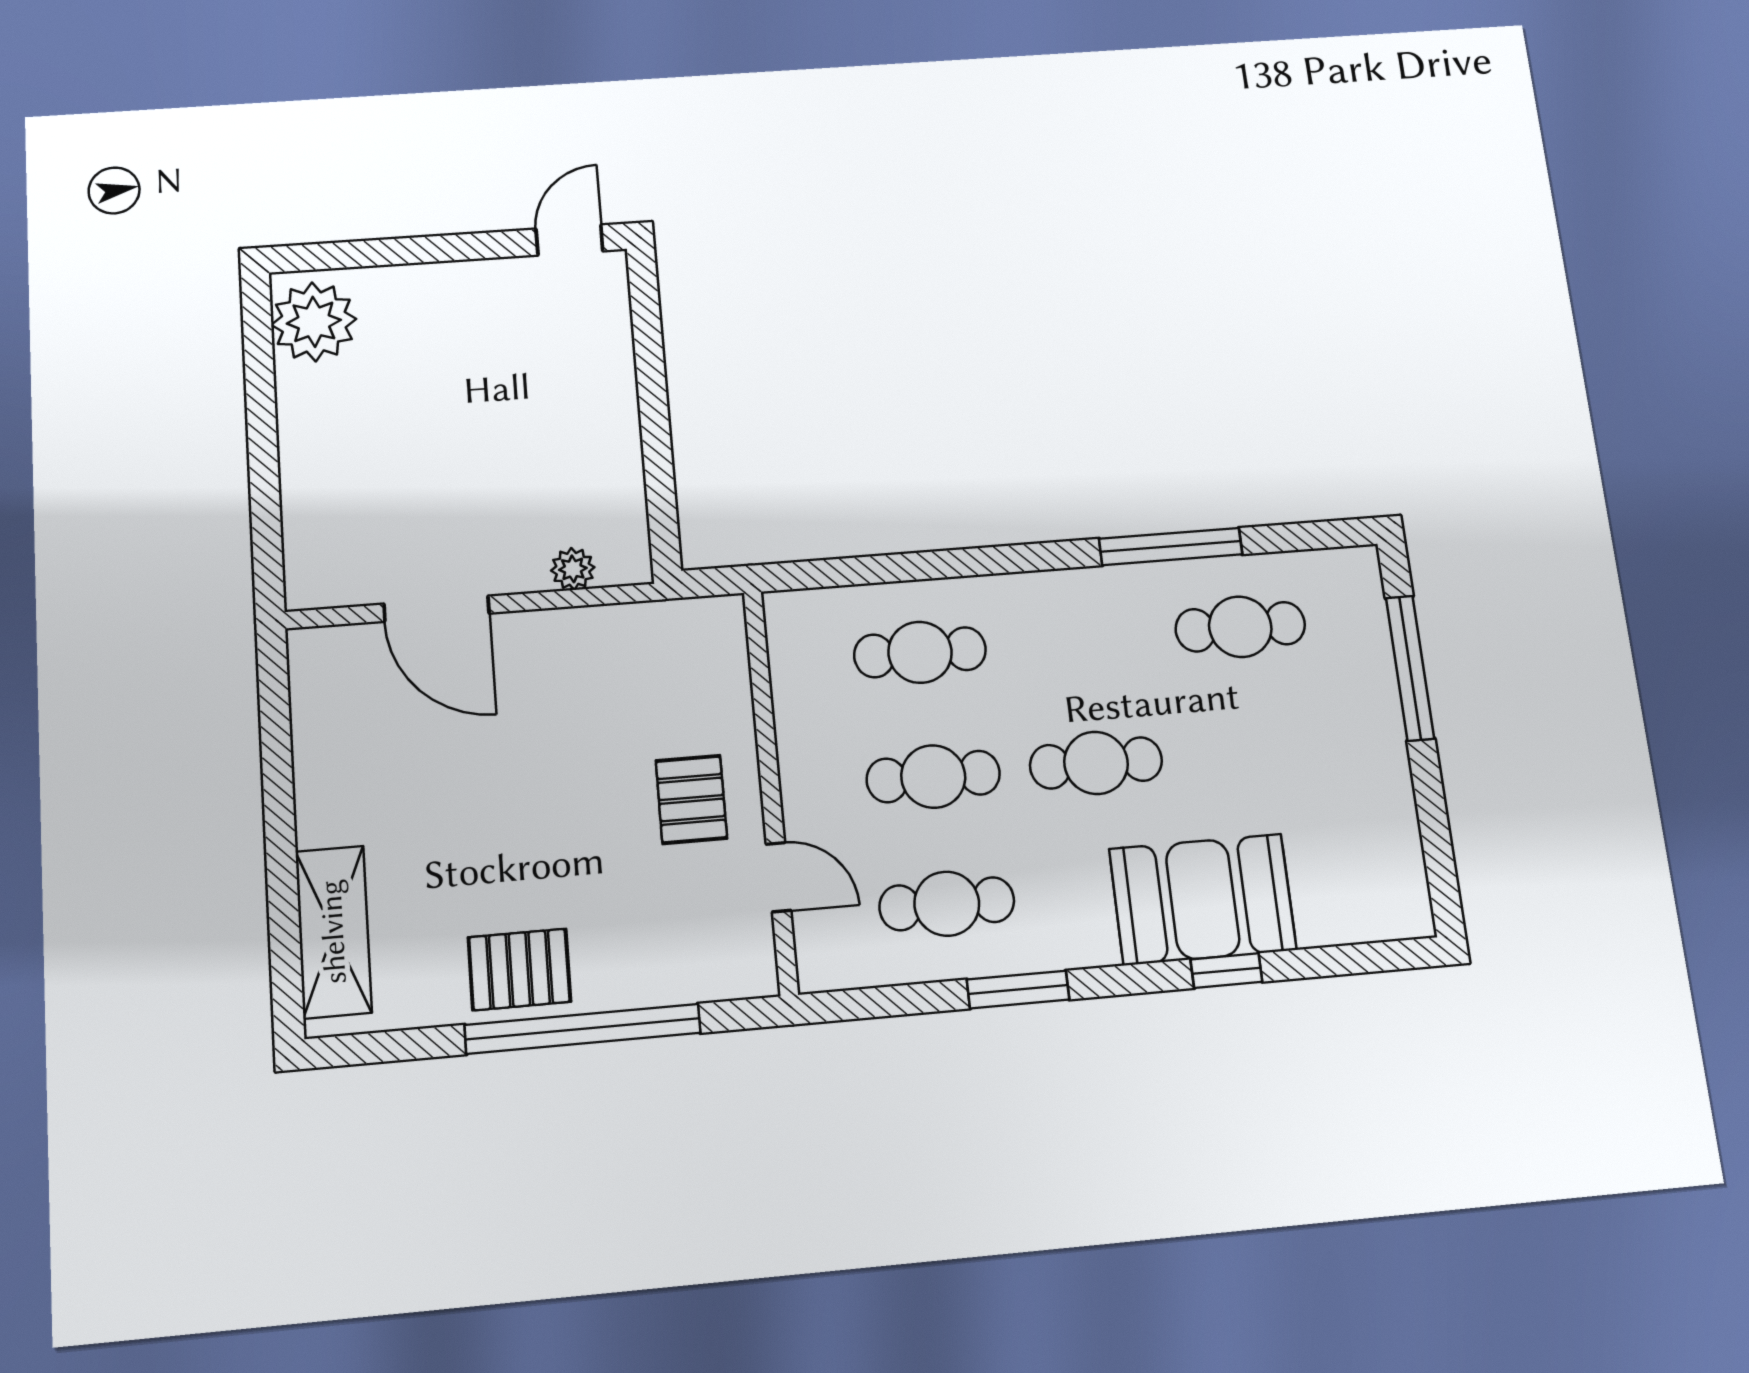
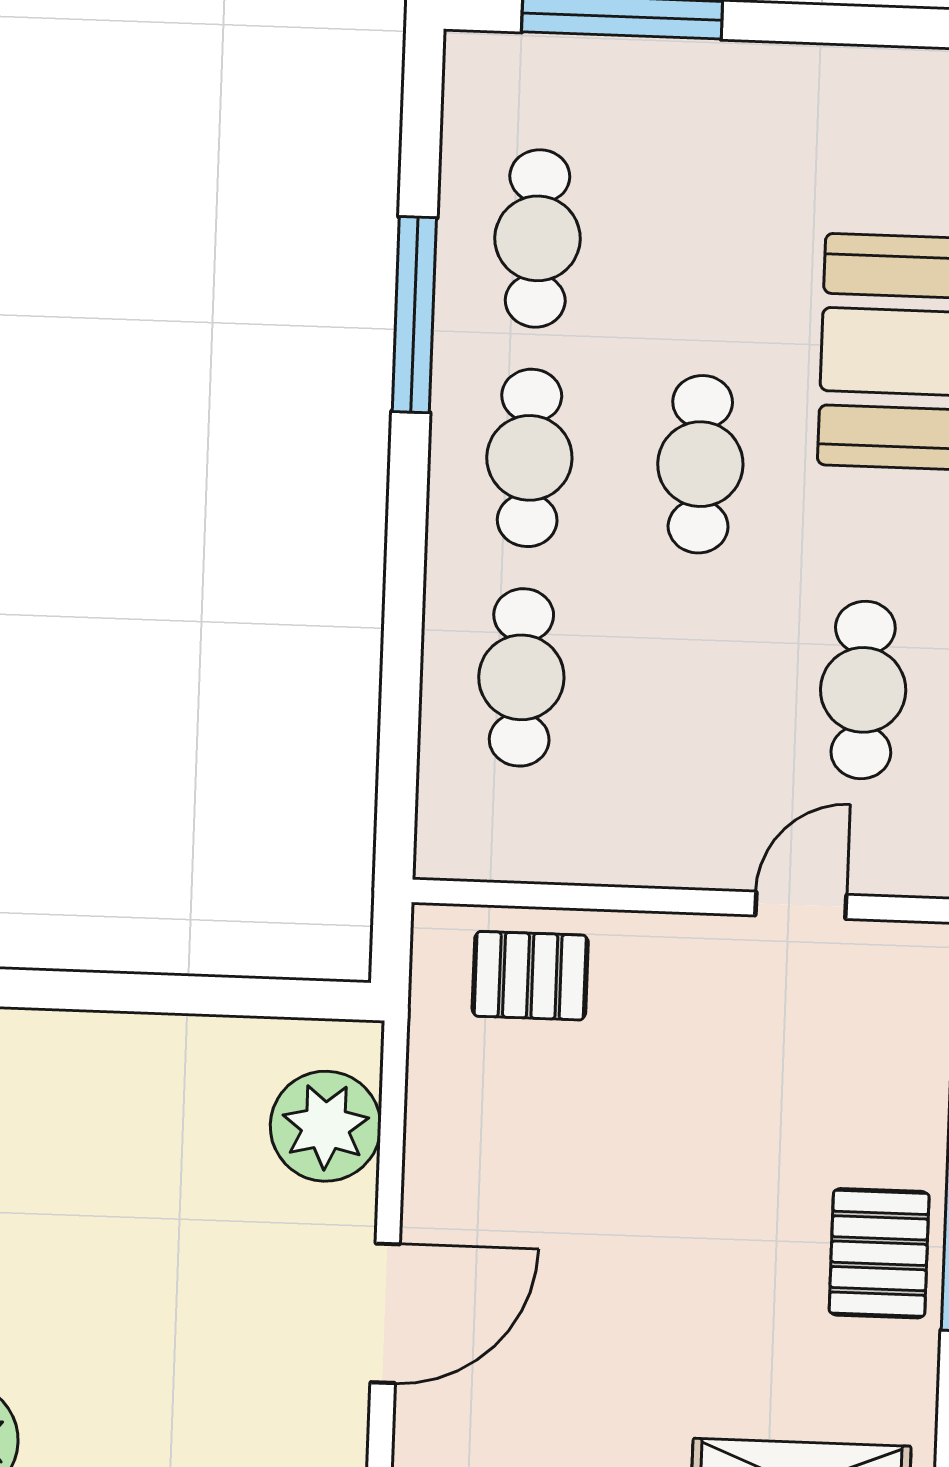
plant: (573, 569) -> (326, 1126), width x1.87, depth x1.87
cafe table: (933, 777) -> (529, 458), moved
pallet: (691, 799) -> (530, 976), moved

